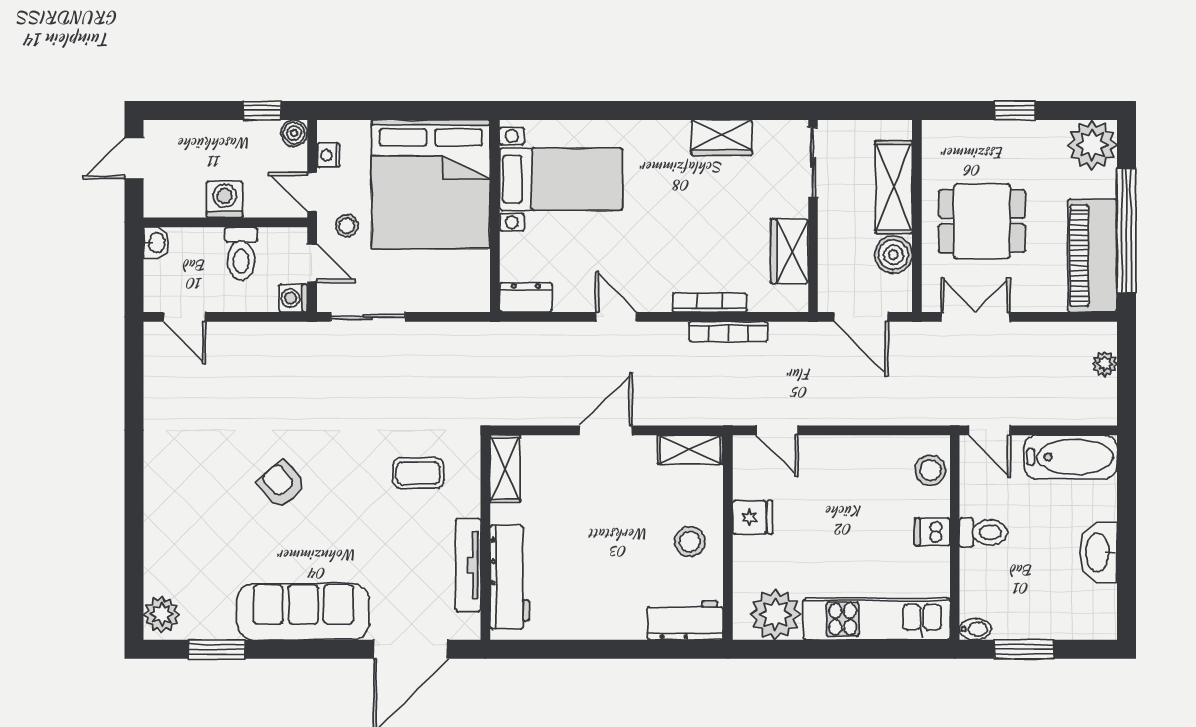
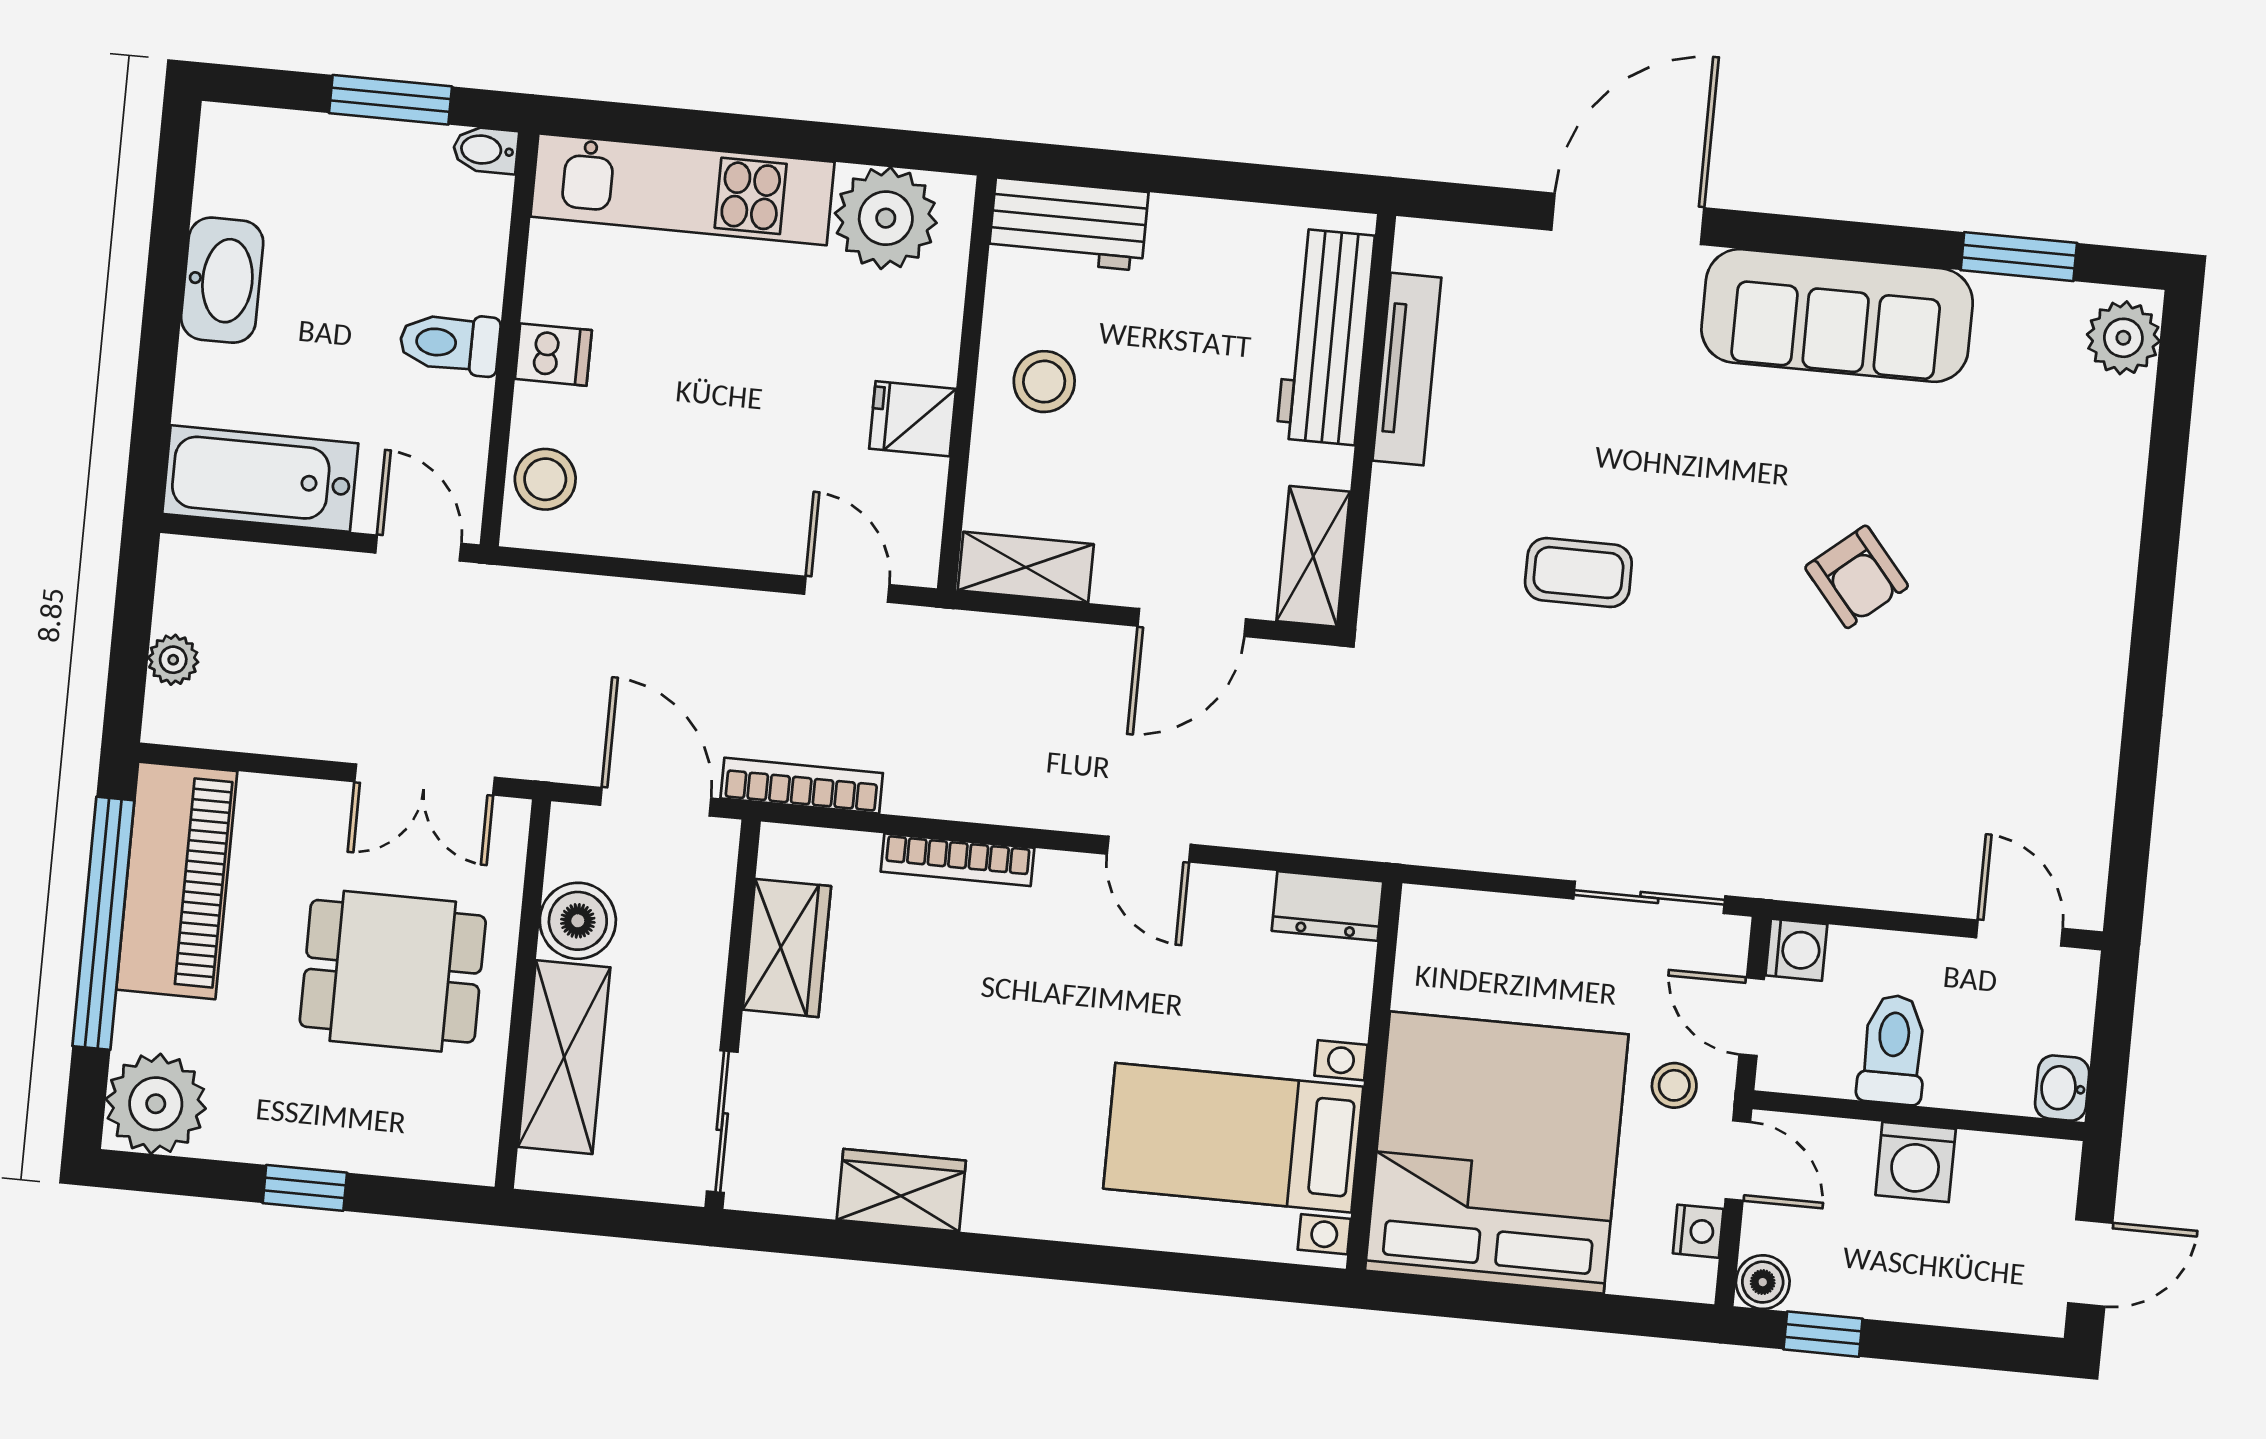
bookcase: (728, 332) -> (802, 786), moved
shelving: (505, 469) -> (1313, 556), moved
wall: (485, 537) -> (1367, 421), moved
tv unit: (468, 565) -> (1407, 369), moved
workbench: (510, 577) -> (1325, 337), moved

